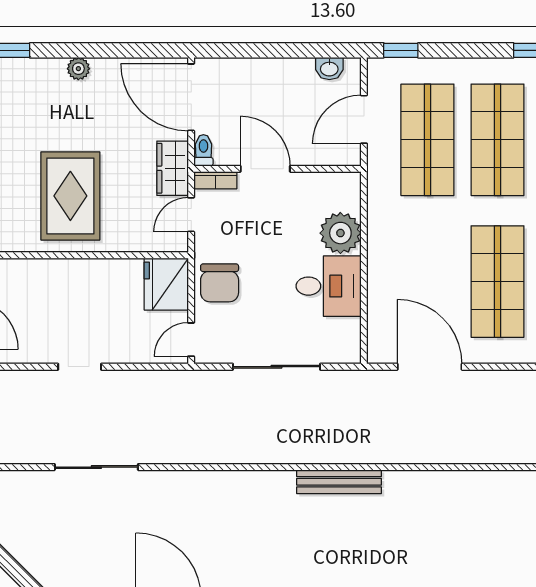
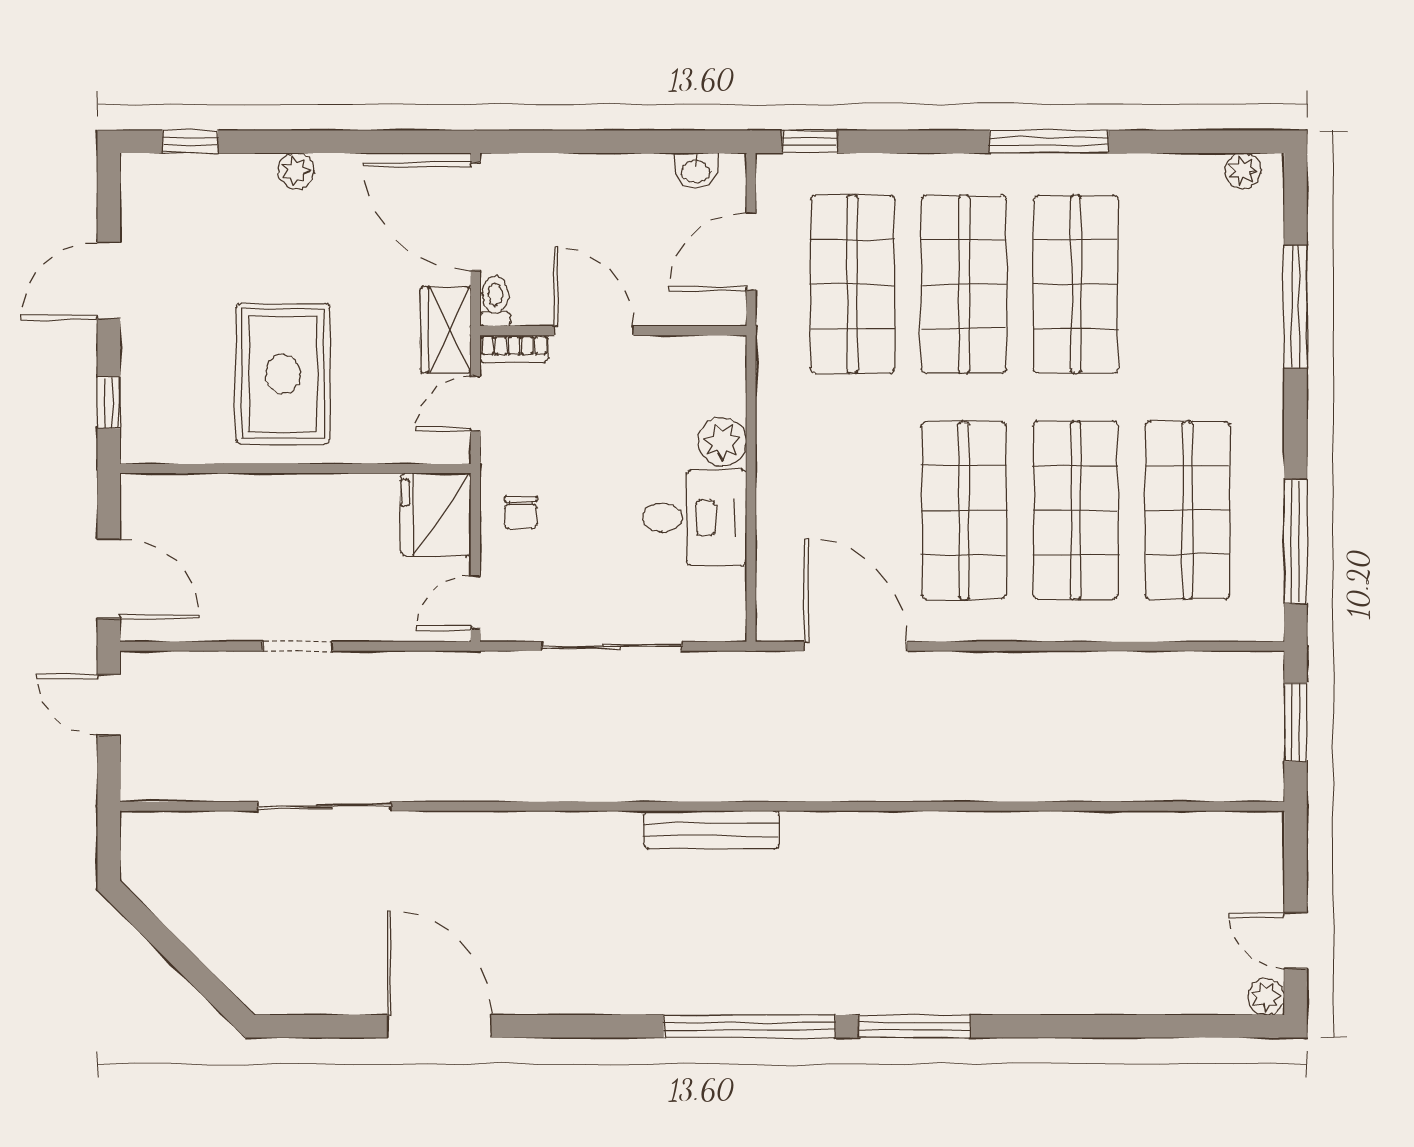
plant: (340, 233) -> (722, 442), width x0.73, depth x0.73
chair: (220, 283) -> (521, 513), width x0.54, depth x0.54

